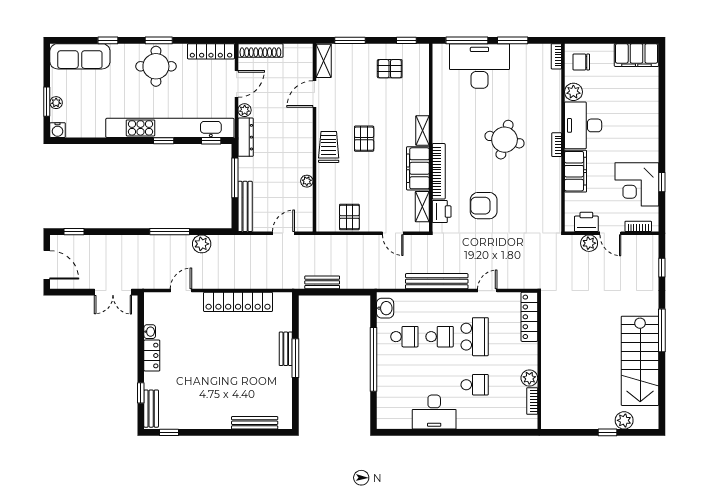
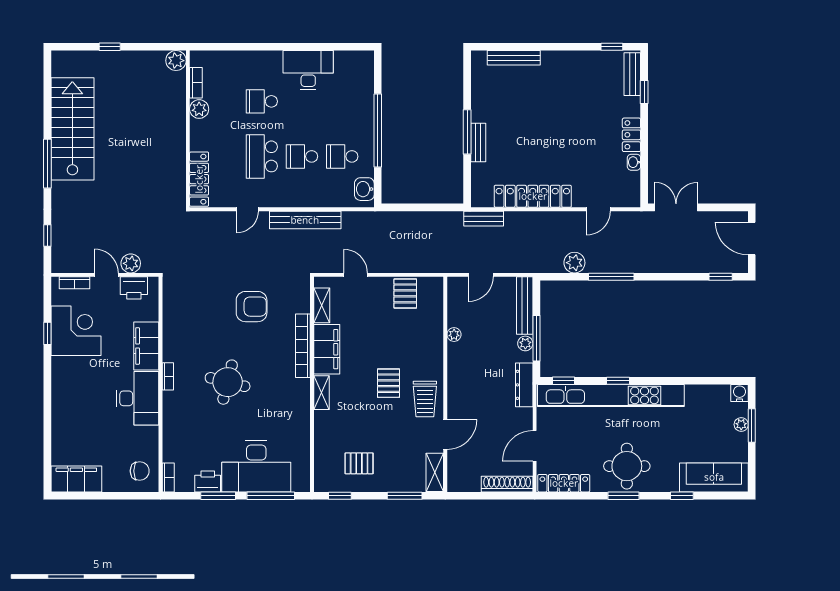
plant: (573, 92) -> (149, 437), removed
plant: (245, 110) -> (525, 343), moved
trolley: (329, 147) -> (425, 399), moved
printer: (442, 212) -> (208, 481), moved, turned 90
bench: (322, 282) -> (484, 219), moved
plant: (624, 420) -> (176, 61), moved

